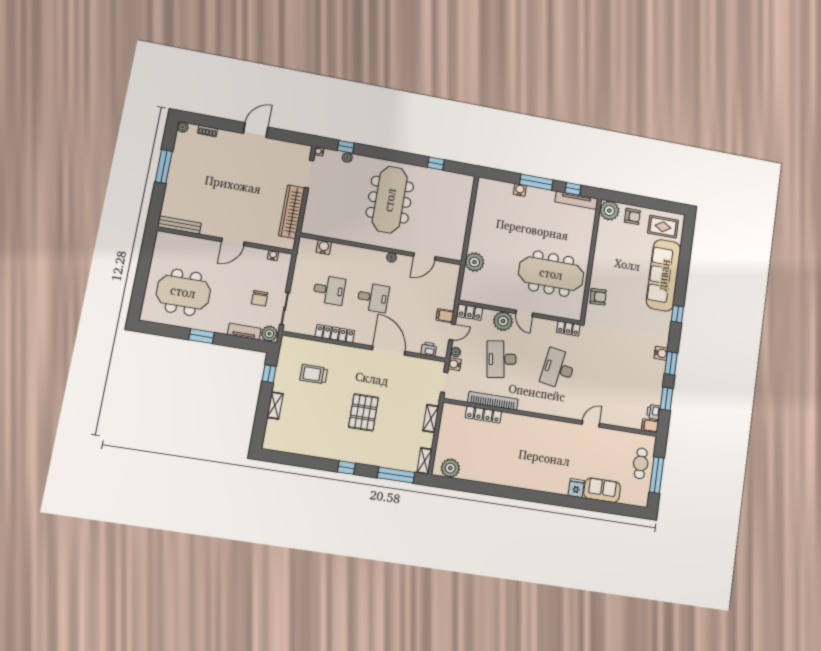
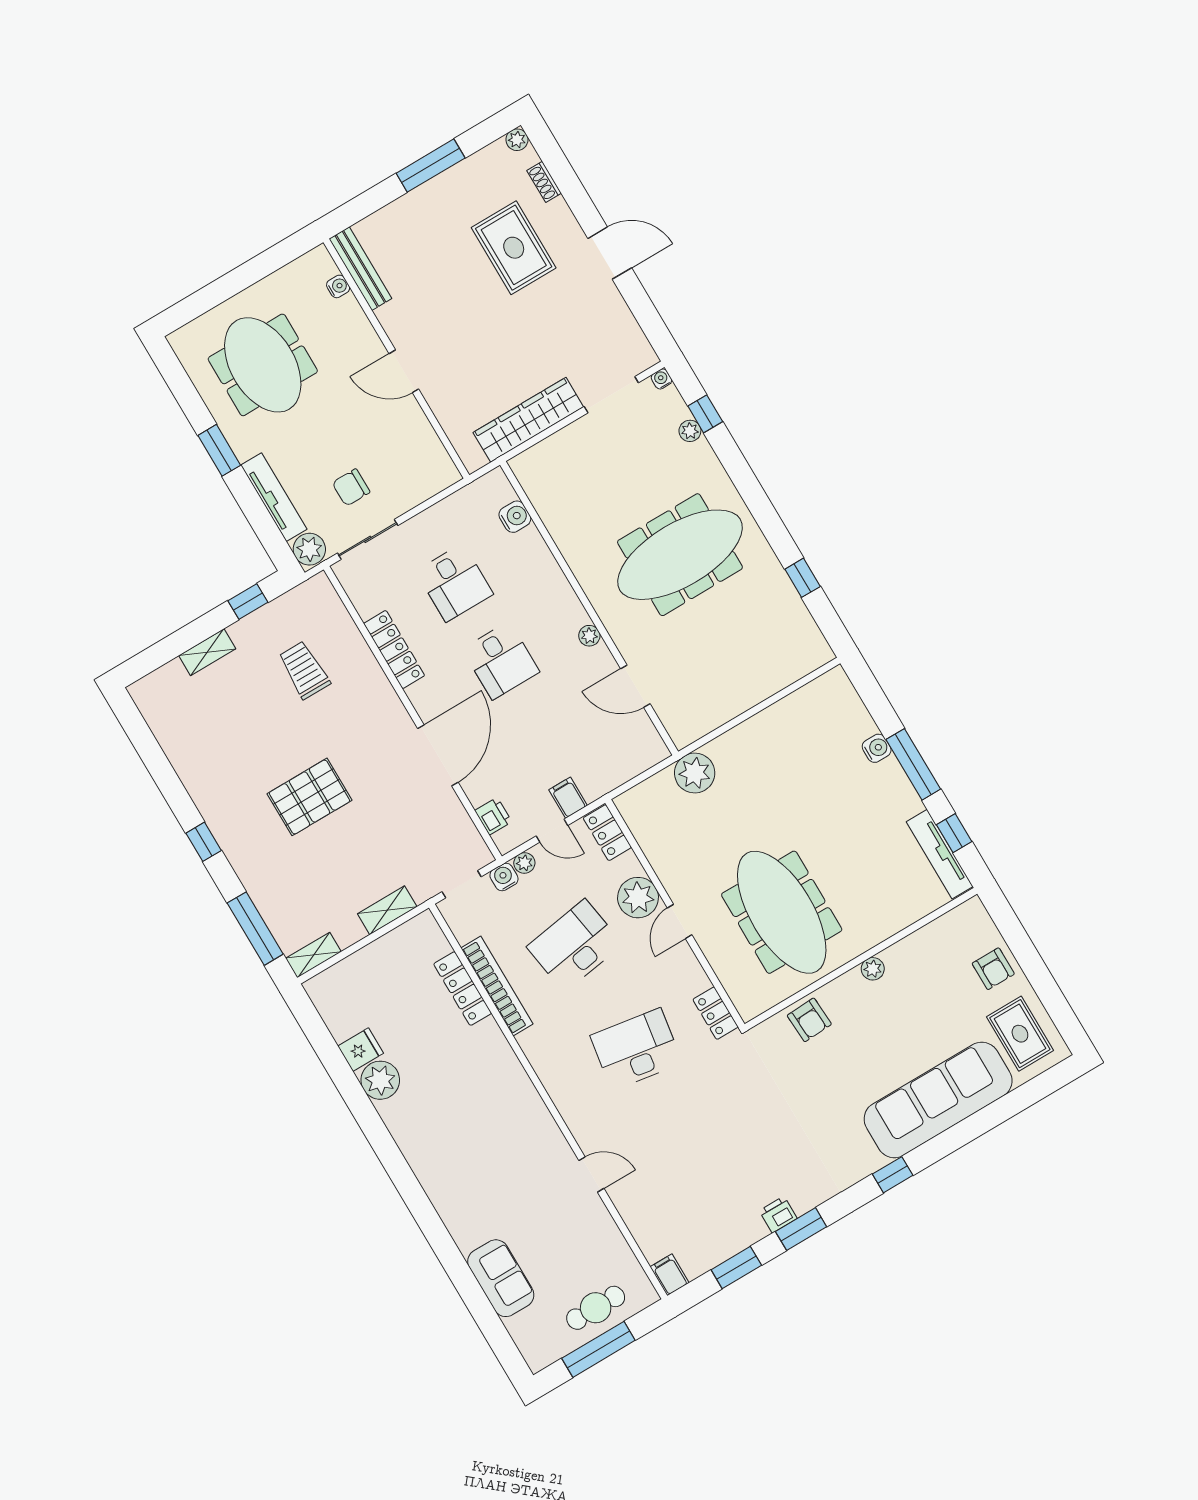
rug: (222, 163) -> (514, 248), added
plant: (609, 211) -> (873, 969), moved, width x0.53, depth x0.53
water cooler: (273, 255) -> (338, 286), moved
tv unit: (244, 332) -> (274, 497), width x1.41
water cooler: (661, 353) -> (804, 1199), removed
printer: (654, 412) -> (778, 1215), moved
plant: (450, 468) -> (380, 1080), moved
fridge: (576, 488) -> (361, 1050), moved

